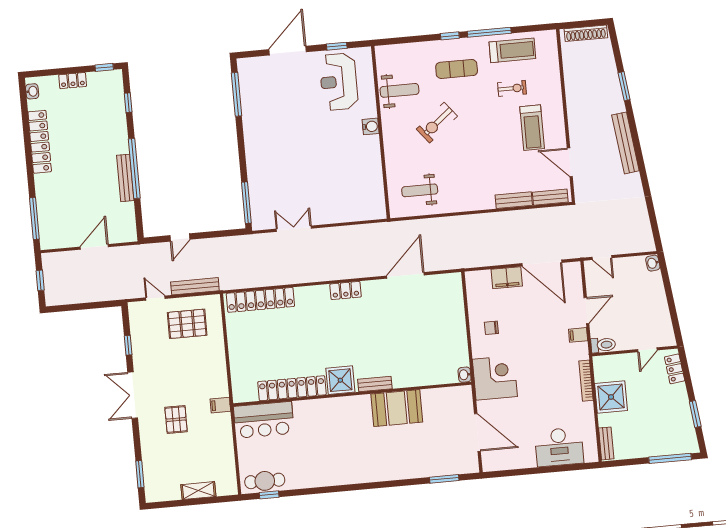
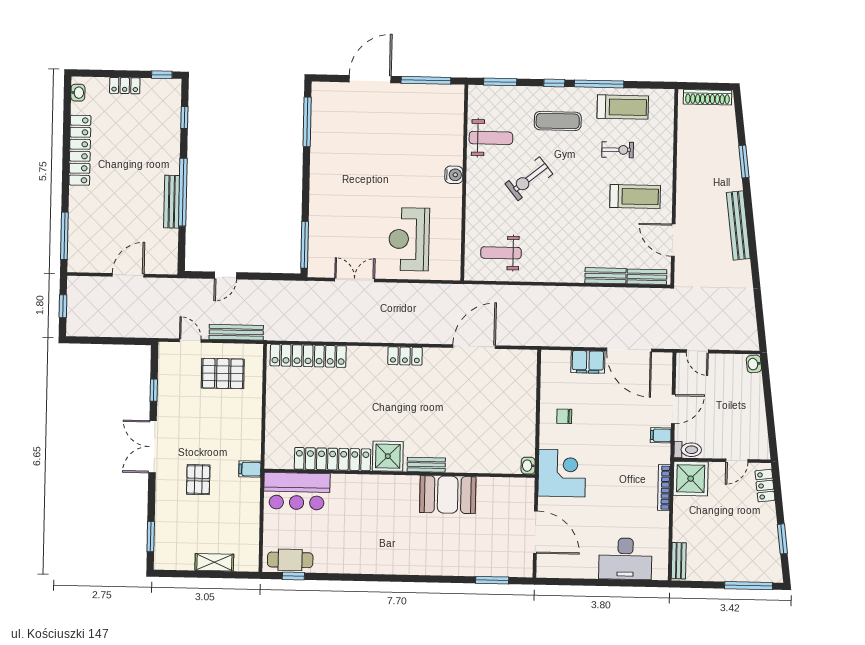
window: (402, 40) -> (500, 82), added
window: (337, 46) -> (426, 80), width x2.17
reception desk: (339, 82) -> (409, 239), moved
treadmill: (532, 128) -> (635, 196), turned -90
shower: (611, 397) -> (691, 479), moved

